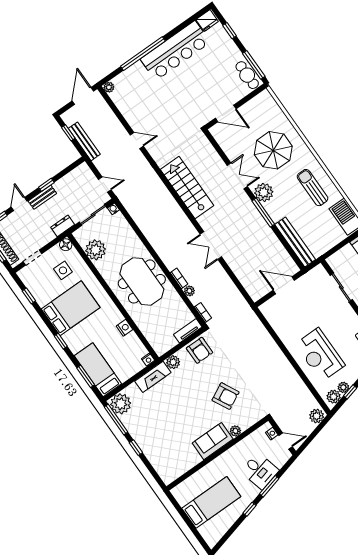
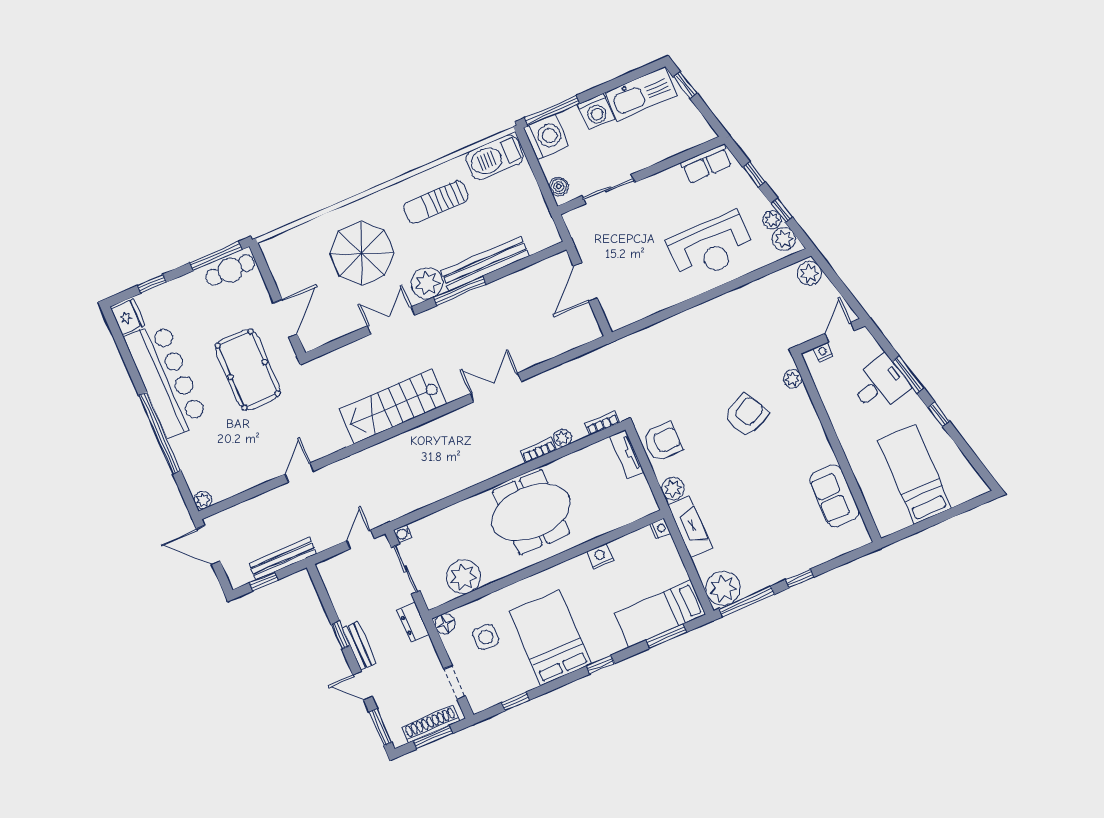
pool table: (191, 98) -> (248, 370), added
bench: (295, 242) -> (485, 263), moved
double door: (211, 246) -> (496, 387), swing flipped
boiler: (337, 258) -> (559, 187), added
plant: (235, 431) -> (793, 379), moved
sofa: (213, 441) -> (834, 496), moved

